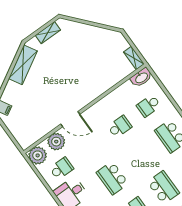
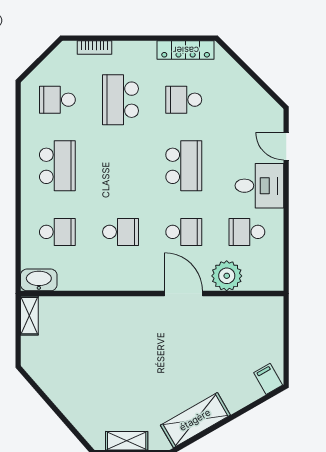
school desk: (120, 127) -> (121, 232), turned 180
school desk: (91, 148) -> (184, 232), added
plant: (38, 155) -> (268, 275), removed

